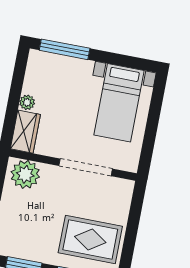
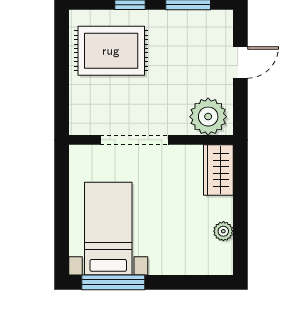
window: (65, 49) -> (113, 282), moved
plant: (27, 102) -> (223, 231), moved

